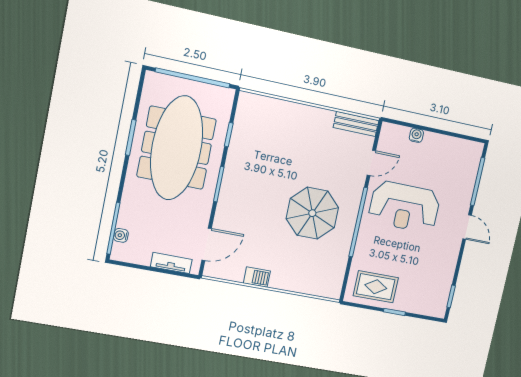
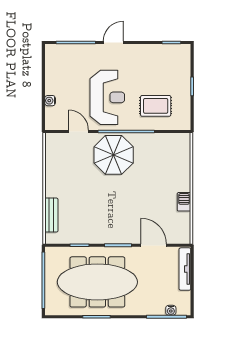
bench: (356, 124) -> (51, 215), moved
parasol: (312, 213) -> (114, 155), moved
door: (207, 244) -> (154, 245), moved
tv unit: (171, 263) -> (185, 269), width x1.41
rug: (376, 287) -> (156, 106), moved, turned 90

